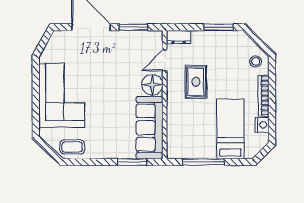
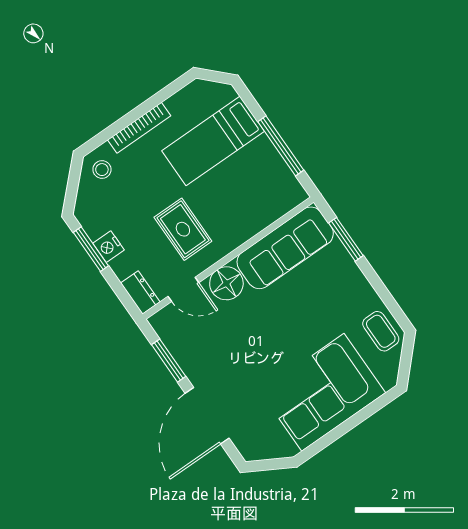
rug: (196, 82) -> (183, 229), turned 90
nightstand: (262, 125) -> (109, 247), moved, turned -90

